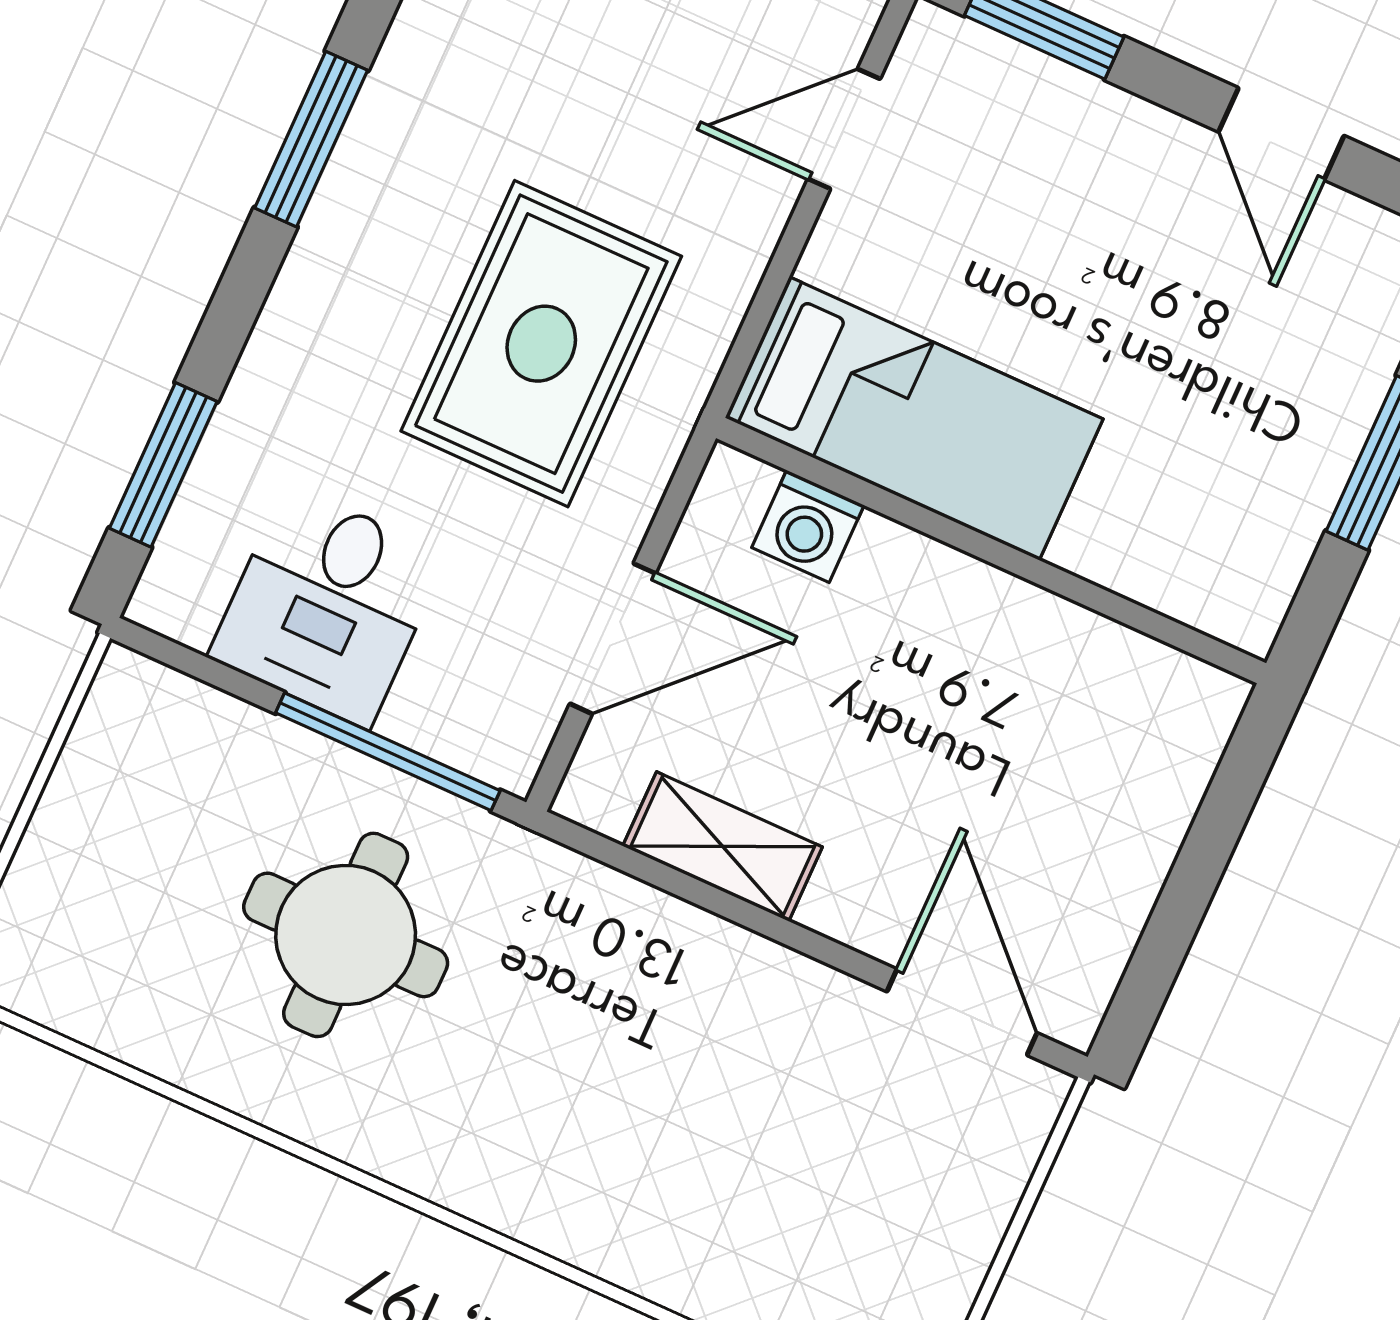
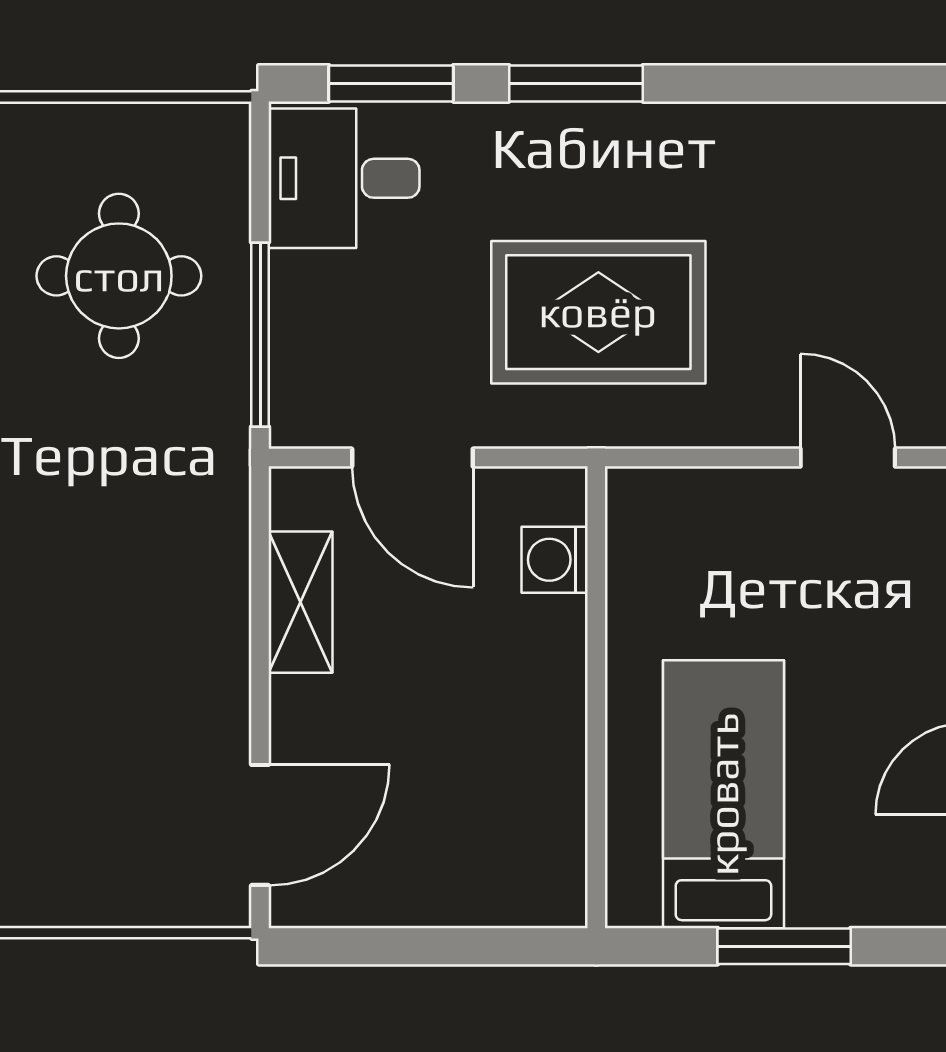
window: (311, 139) -> (576, 83), moved
bed: (914, 418) -> (723, 794), moved, turned 180
desk: (328, 606) -> (344, 178), moved
round table: (346, 935) -> (119, 276), moved

